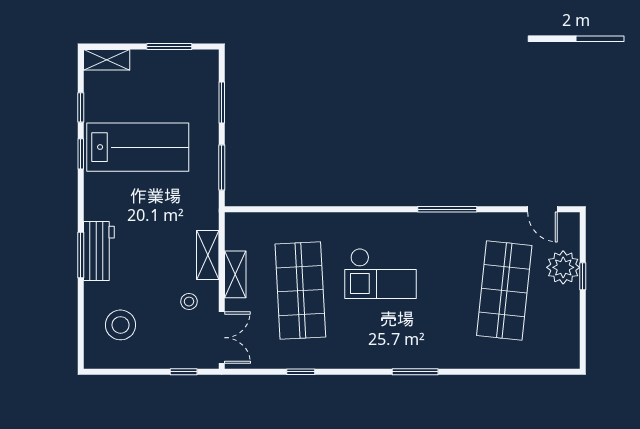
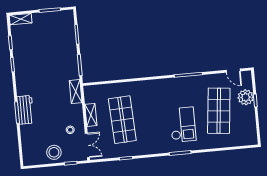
lab bench: (138, 147) -> (39, 59), removed
shelving: (208, 255) -> (76, 92), moved
checkout: (380, 273) -> (183, 125), moved, turned -90
stool: (121, 325) -> (54, 152), moved

